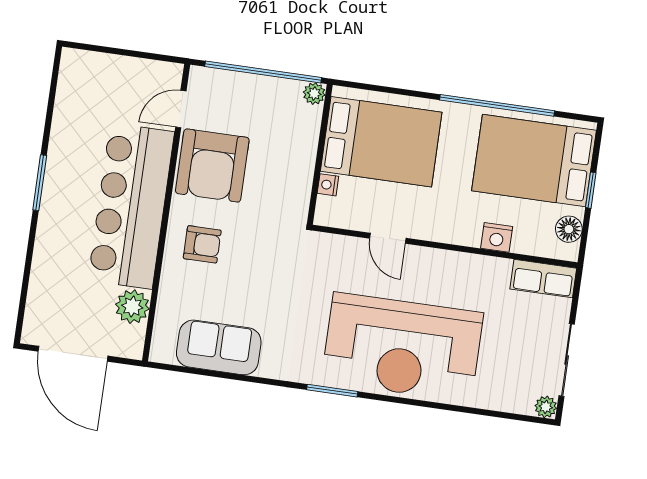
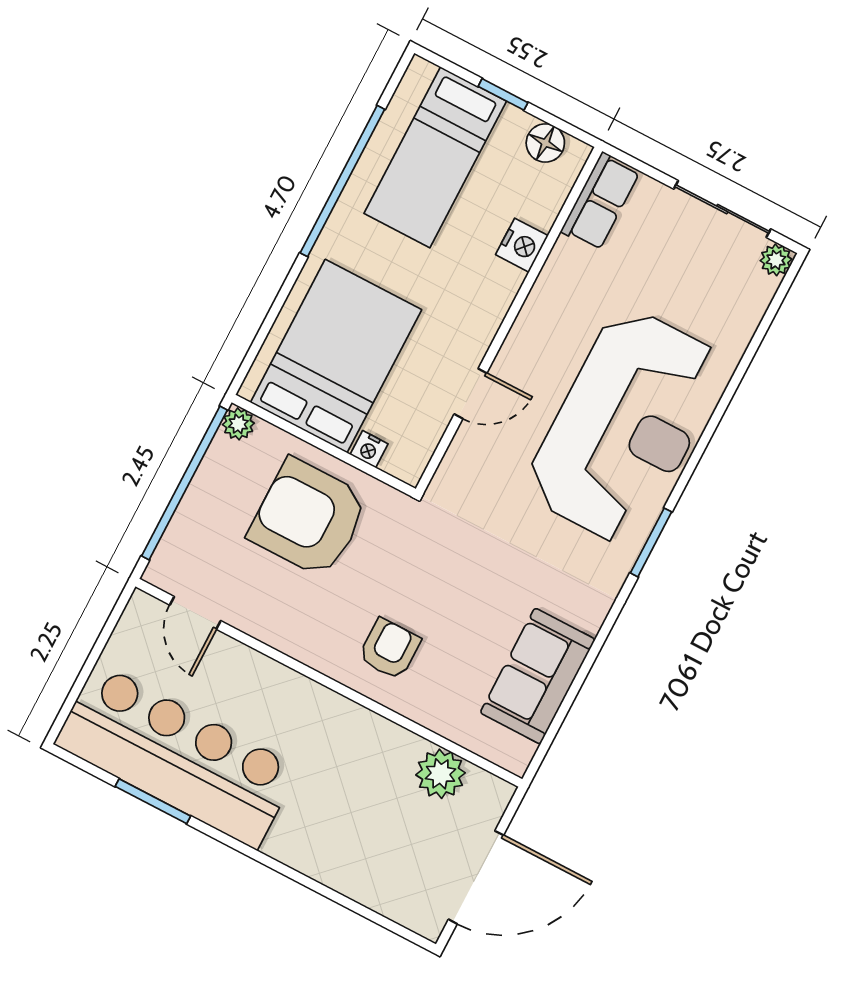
bed: (534, 161) -> (435, 157), width x0.67
armchair: (212, 165) -> (308, 518), moved, turned 180
window: (40, 183) -> (153, 801), moved
bar counter: (131, 206) -> (177, 756), moved, turned 180

